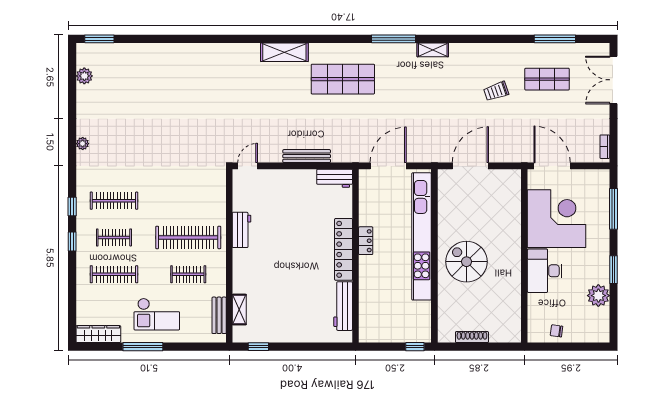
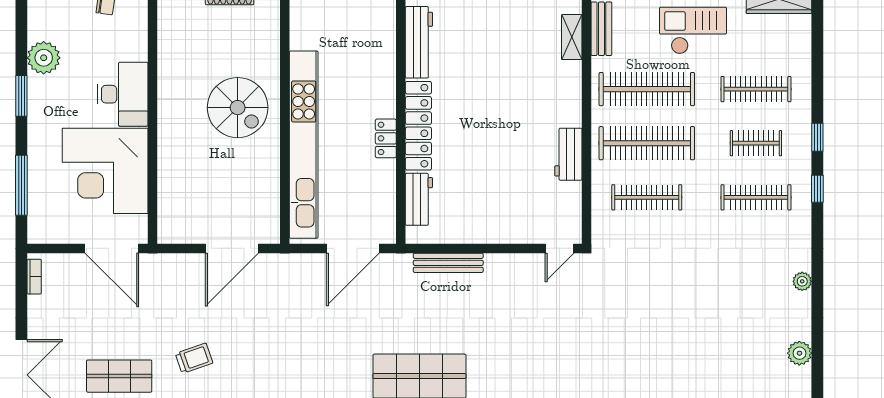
plant: (84, 76) -> (799, 353), moved
bench: (307, 156) -> (448, 263), moved
workbench: (335, 178) -> (419, 199), moved, turned 90
clothes rail: (188, 201) -> (647, 197), added
clothes rail: (188, 274) -> (647, 89), width x1.86, depth x1.31

